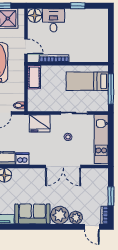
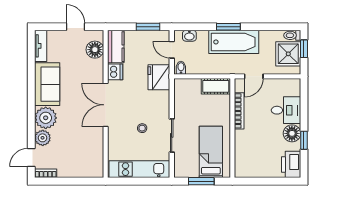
floor lamp: (35, 15) -> (292, 133), moved
printer: (97, 16) -> (291, 164), added
window: (111, 89) -> (201, 181), width x0.69
fridge: (40, 123) -> (159, 77), moved
double door: (63, 167) -> (106, 105), moved
window: (111, 196) -> (69, 181), removed

